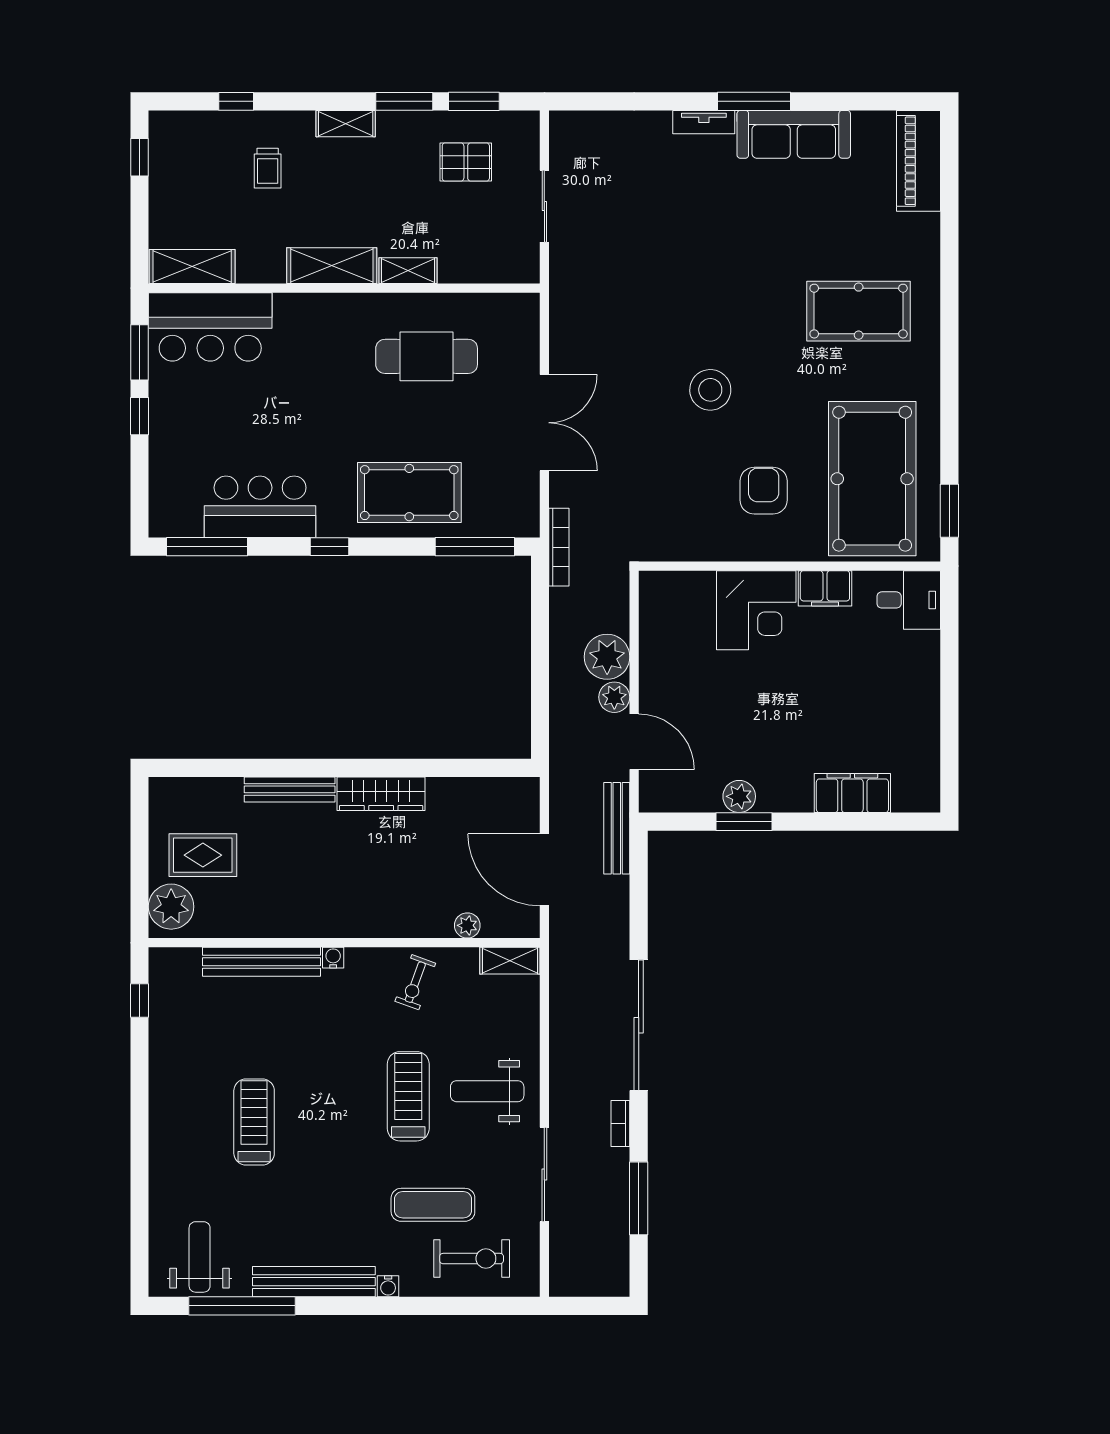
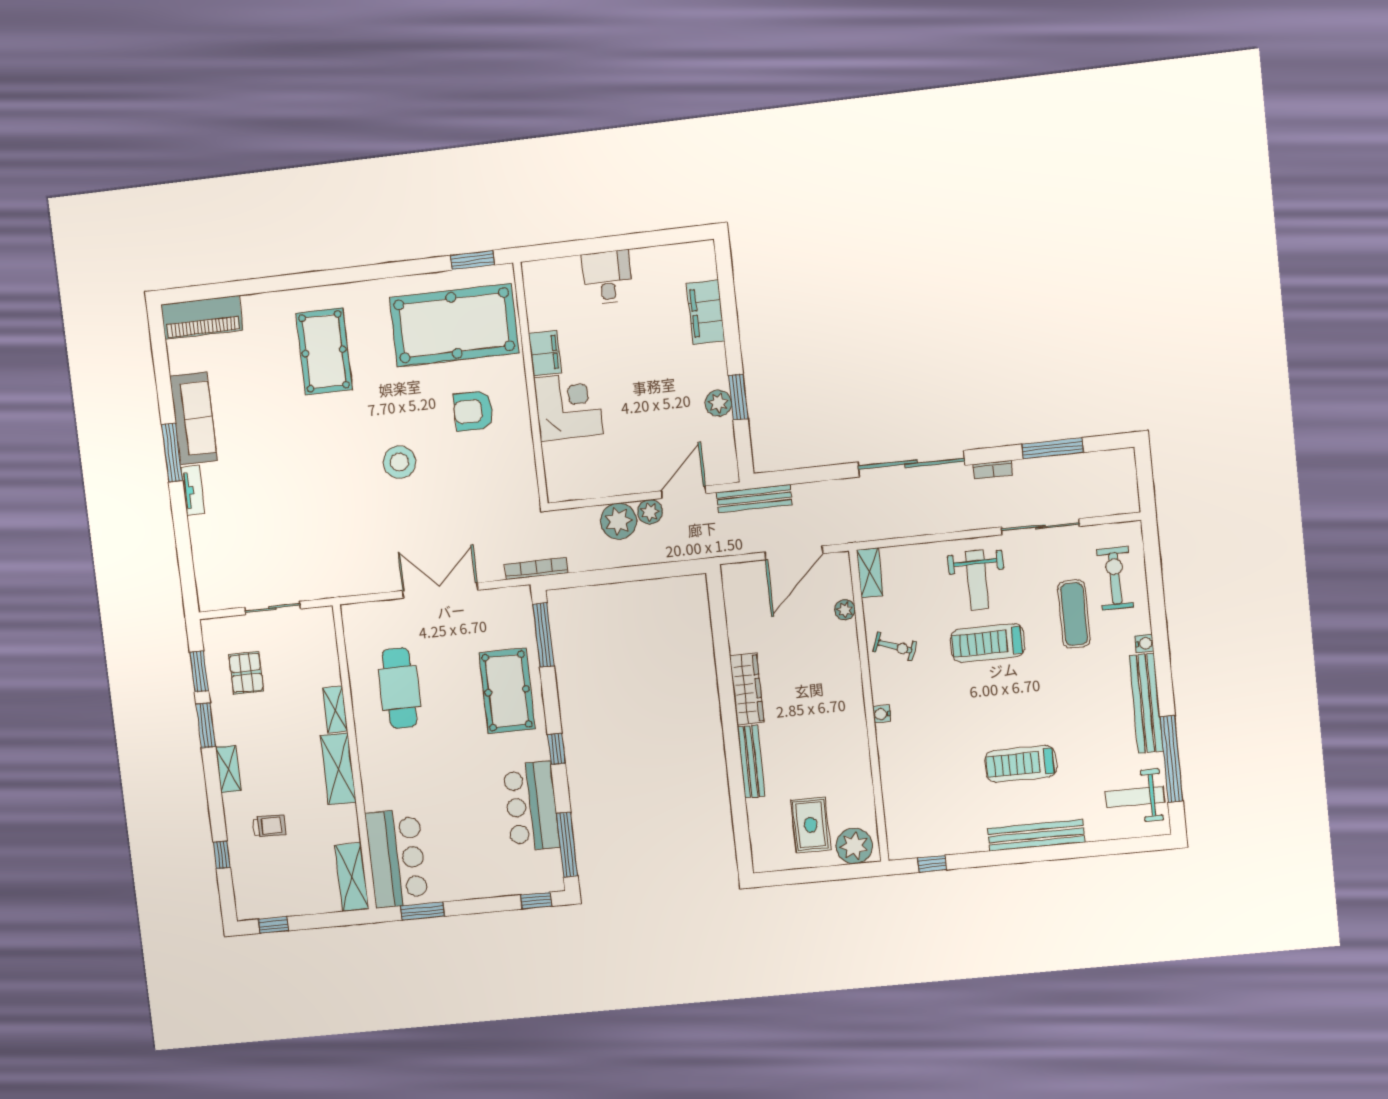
window: (139, 416) -> (536, 901), moved
desk: (909, 600) -> (607, 277), moved
bench: (261, 962) -> (1036, 835), moved, turned 90

